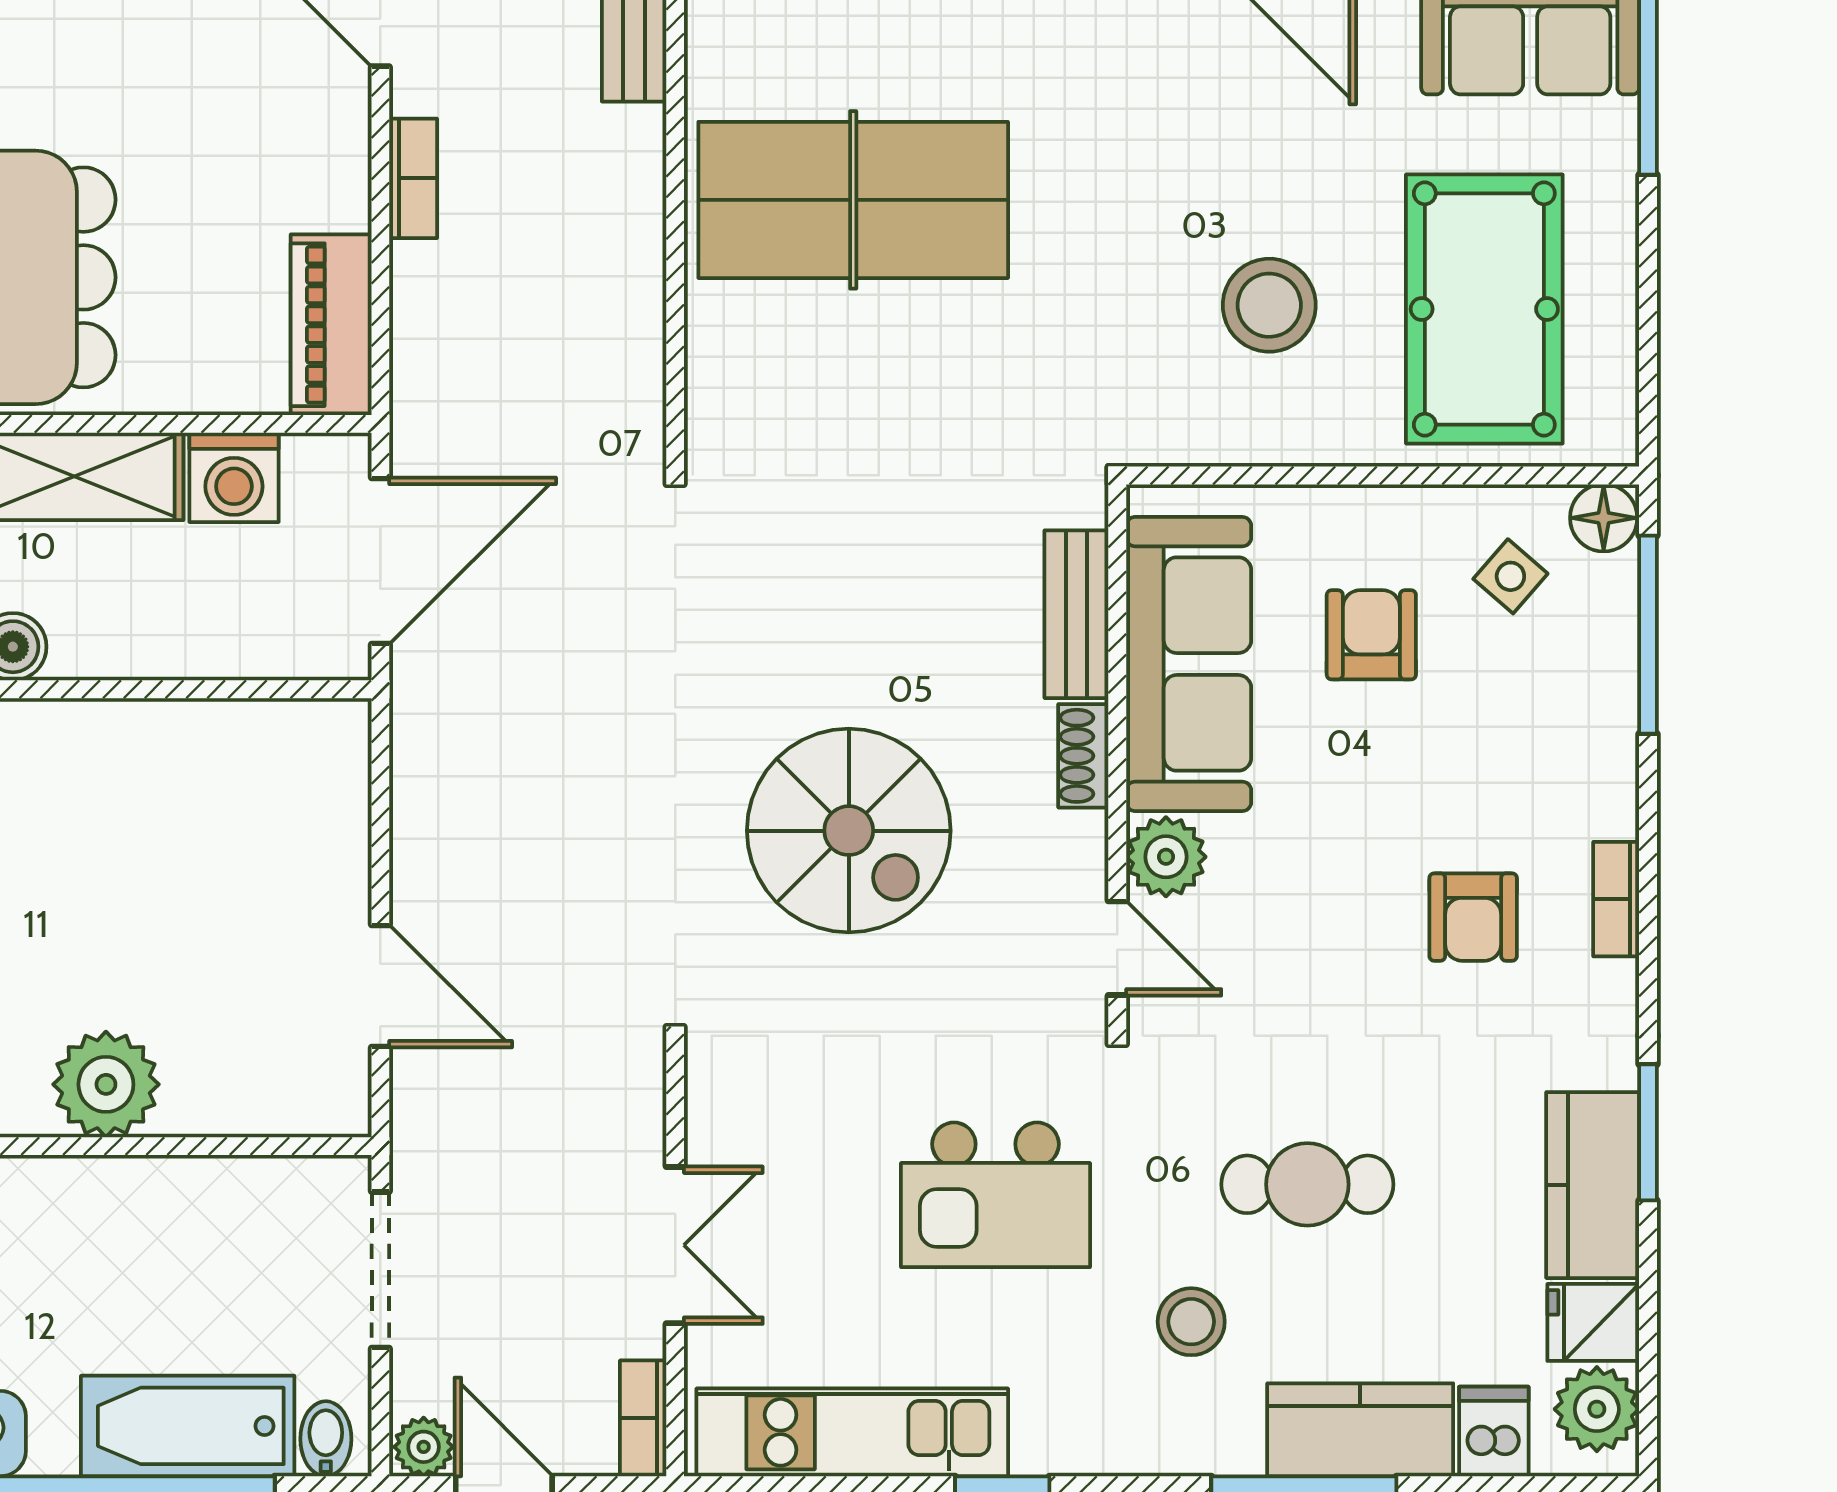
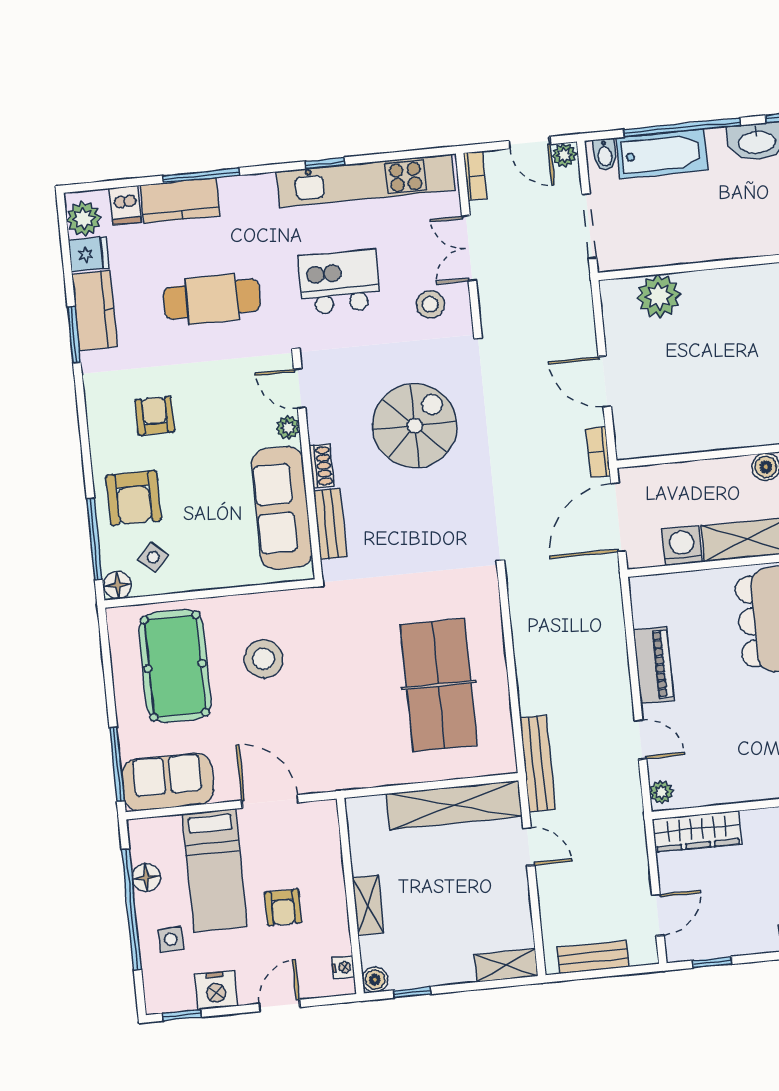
bookcase: (413, 178) -> (598, 452), moved
table tennis table: (853, 200) -> (439, 685), turned 90
piano: (331, 325) -> (653, 665), moved
armchair: (1371, 635) -> (134, 498), moved, width x1.38, depth x1.38
spiral stairs: (849, 831) -> (415, 426), turned 90
plant: (1166, 857) -> (288, 427), width x0.73, depth x0.73
bookcase: (1616, 899) -> (97, 429), removed
door: (380, 986) -> (605, 381), moved
plant: (106, 1084) -> (659, 296), moved
cafe table: (1307, 1184) -> (212, 299), width x1.37, depth x1.35
stool: (1191, 1322) -> (430, 304), moved
kitchen unit: (852, 1432) -> (365, 181), width x1.36

